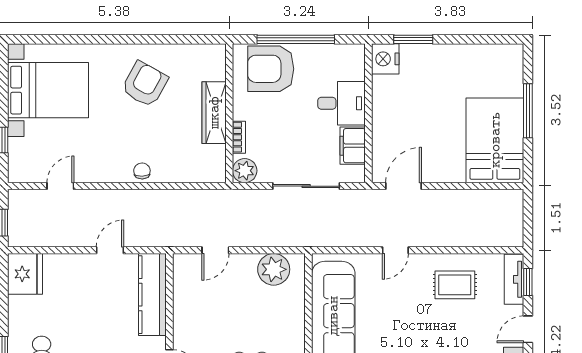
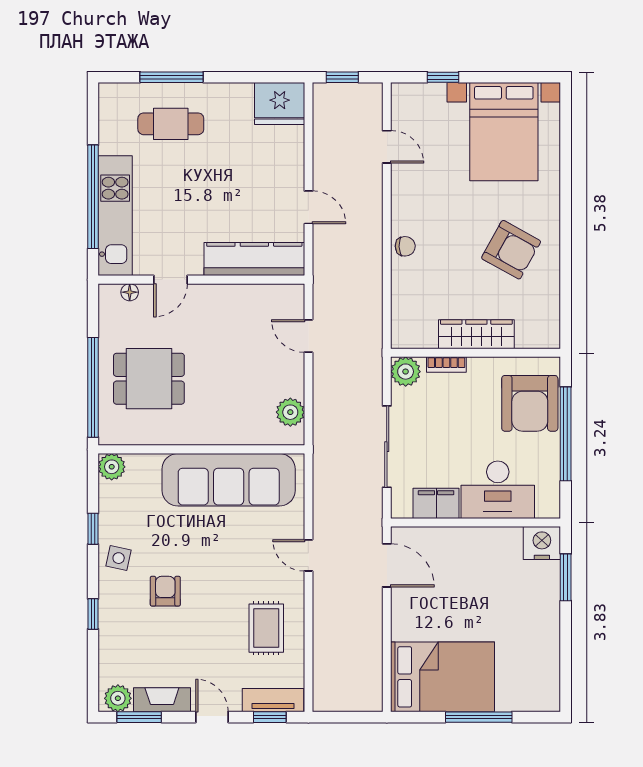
armchair: (271, 69) -> (530, 403), turned 180
desk: (342, 103) -> (498, 490), width x1.37
plant: (274, 269) -> (290, 412), width x0.73, depth x0.73

